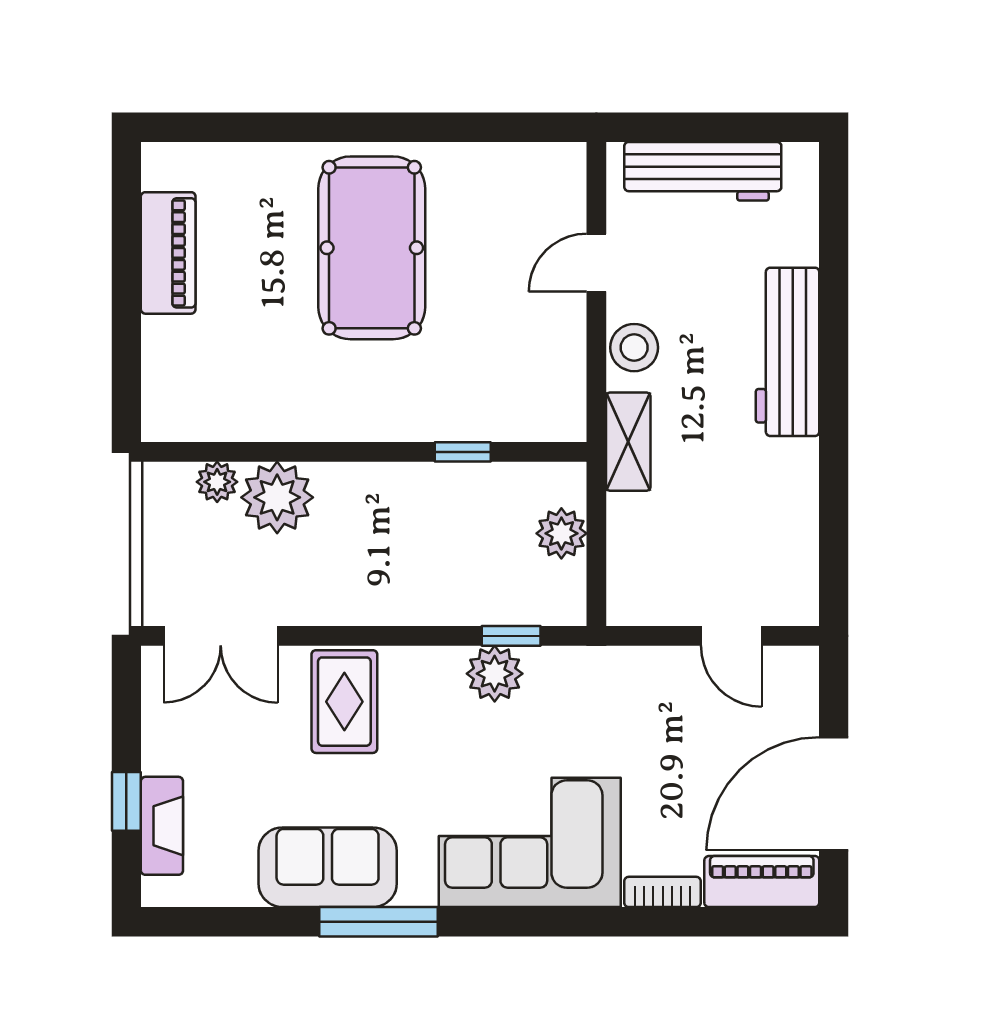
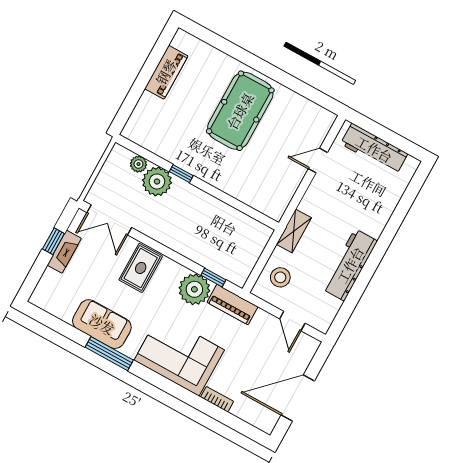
stool: (634, 348) -> (280, 277), moved
workbench: (788, 352) -> (350, 265), moved
window: (463, 452) -> (181, 174), moved
plant: (561, 533) -> (252, 251), removed
plant: (495, 674) -> (194, 289), width x1.36, depth x1.36
window: (126, 801) -> (53, 241), moved
fireplace: (162, 826) -> (64, 252), moved
piano: (762, 882) -> (232, 304), moved, turned 180

